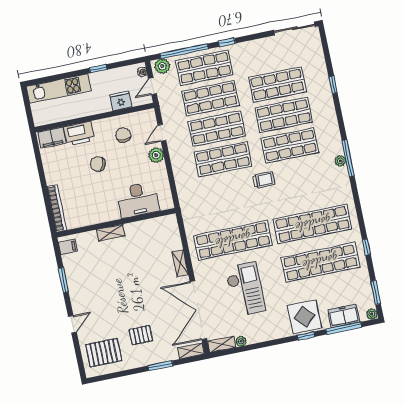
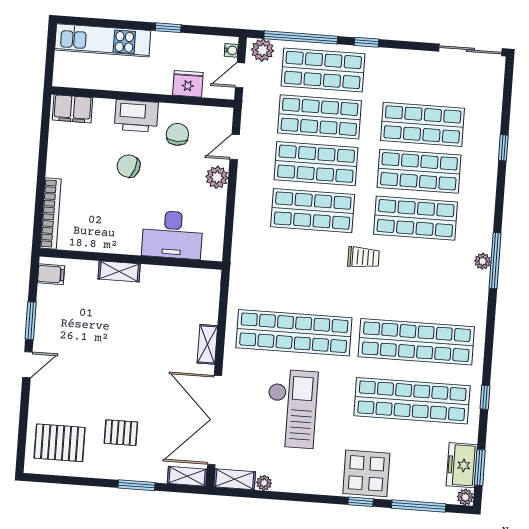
printer: (79, 134) -> (136, 116), moved
freezer: (344, 316) -> (462, 465), moved, turned -90
door: (72, 324) -> (27, 365), moved

